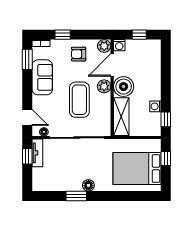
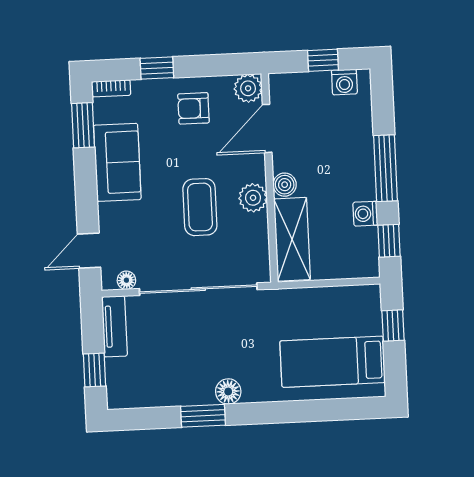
washing machine: (119, 45) -> (344, 82), moved
plant: (104, 86) -> (253, 198), moved
window: (166, 86) -> (386, 168), added
boiler: (124, 87) -> (285, 185), width x0.54, depth x0.54
coffee table: (79, 100) -> (200, 207), width x0.73, depth x0.76
door: (27, 117) -> (89, 251), swing flipped
window: (27, 156) -> (95, 370), moved
bed: (137, 169) -> (332, 362), width x0.67

